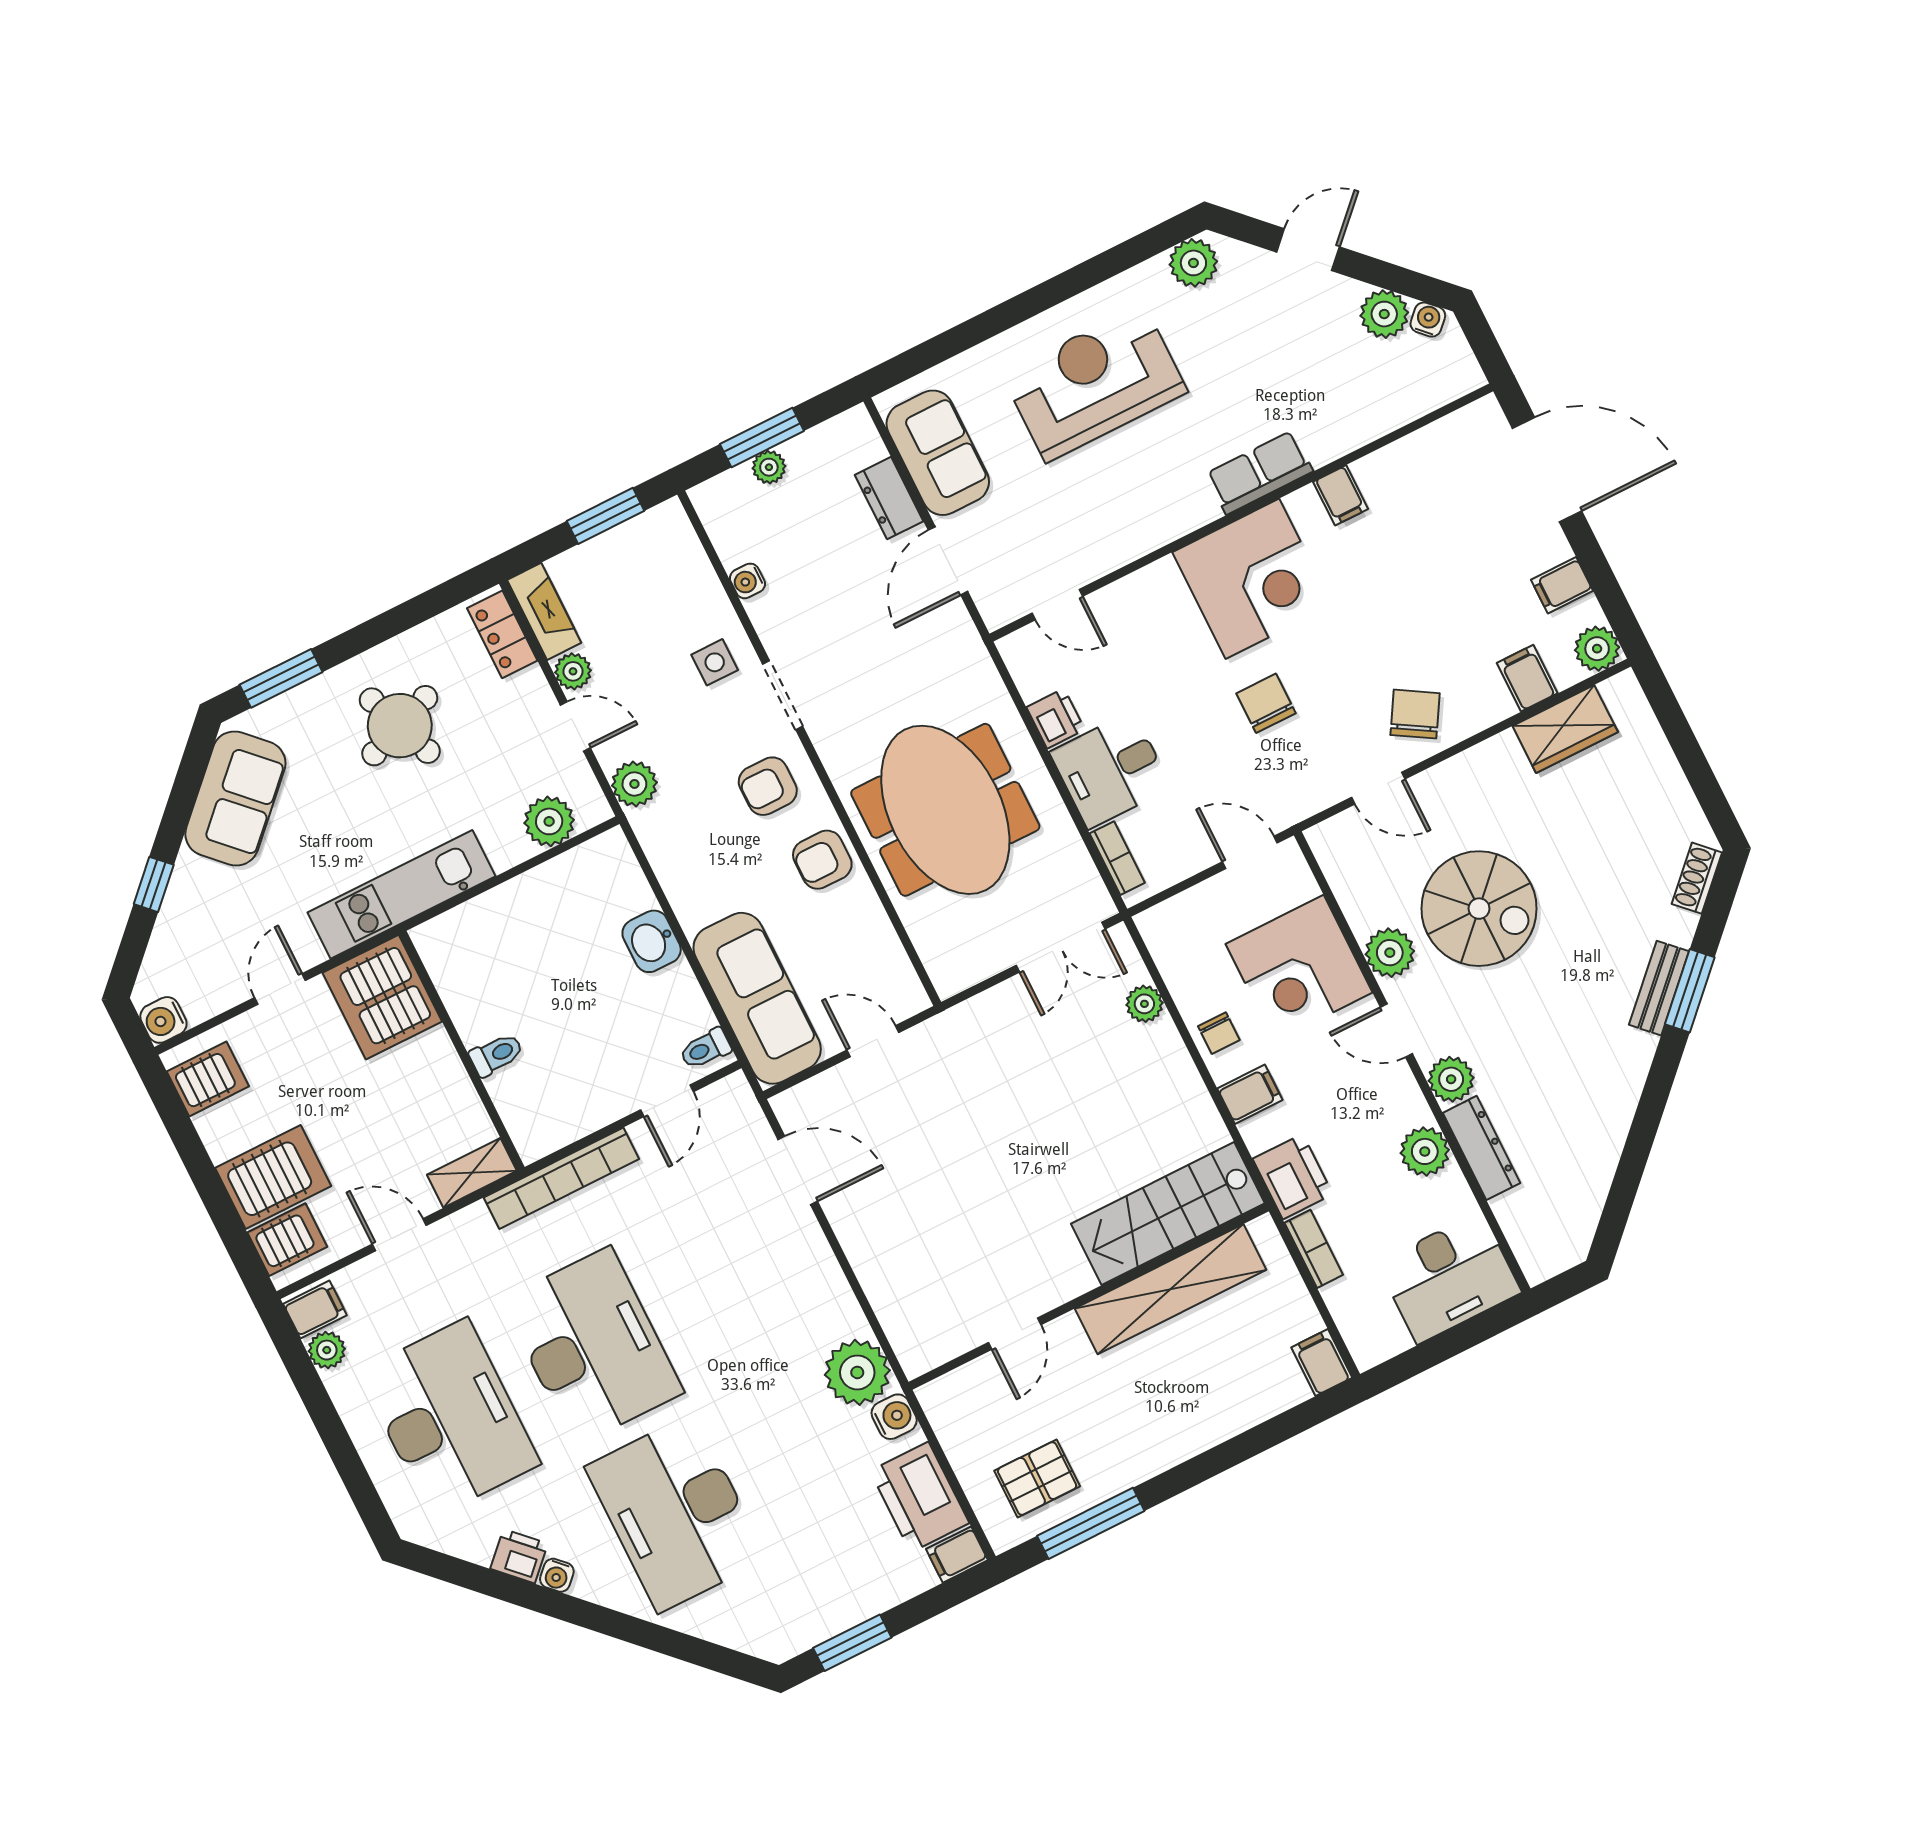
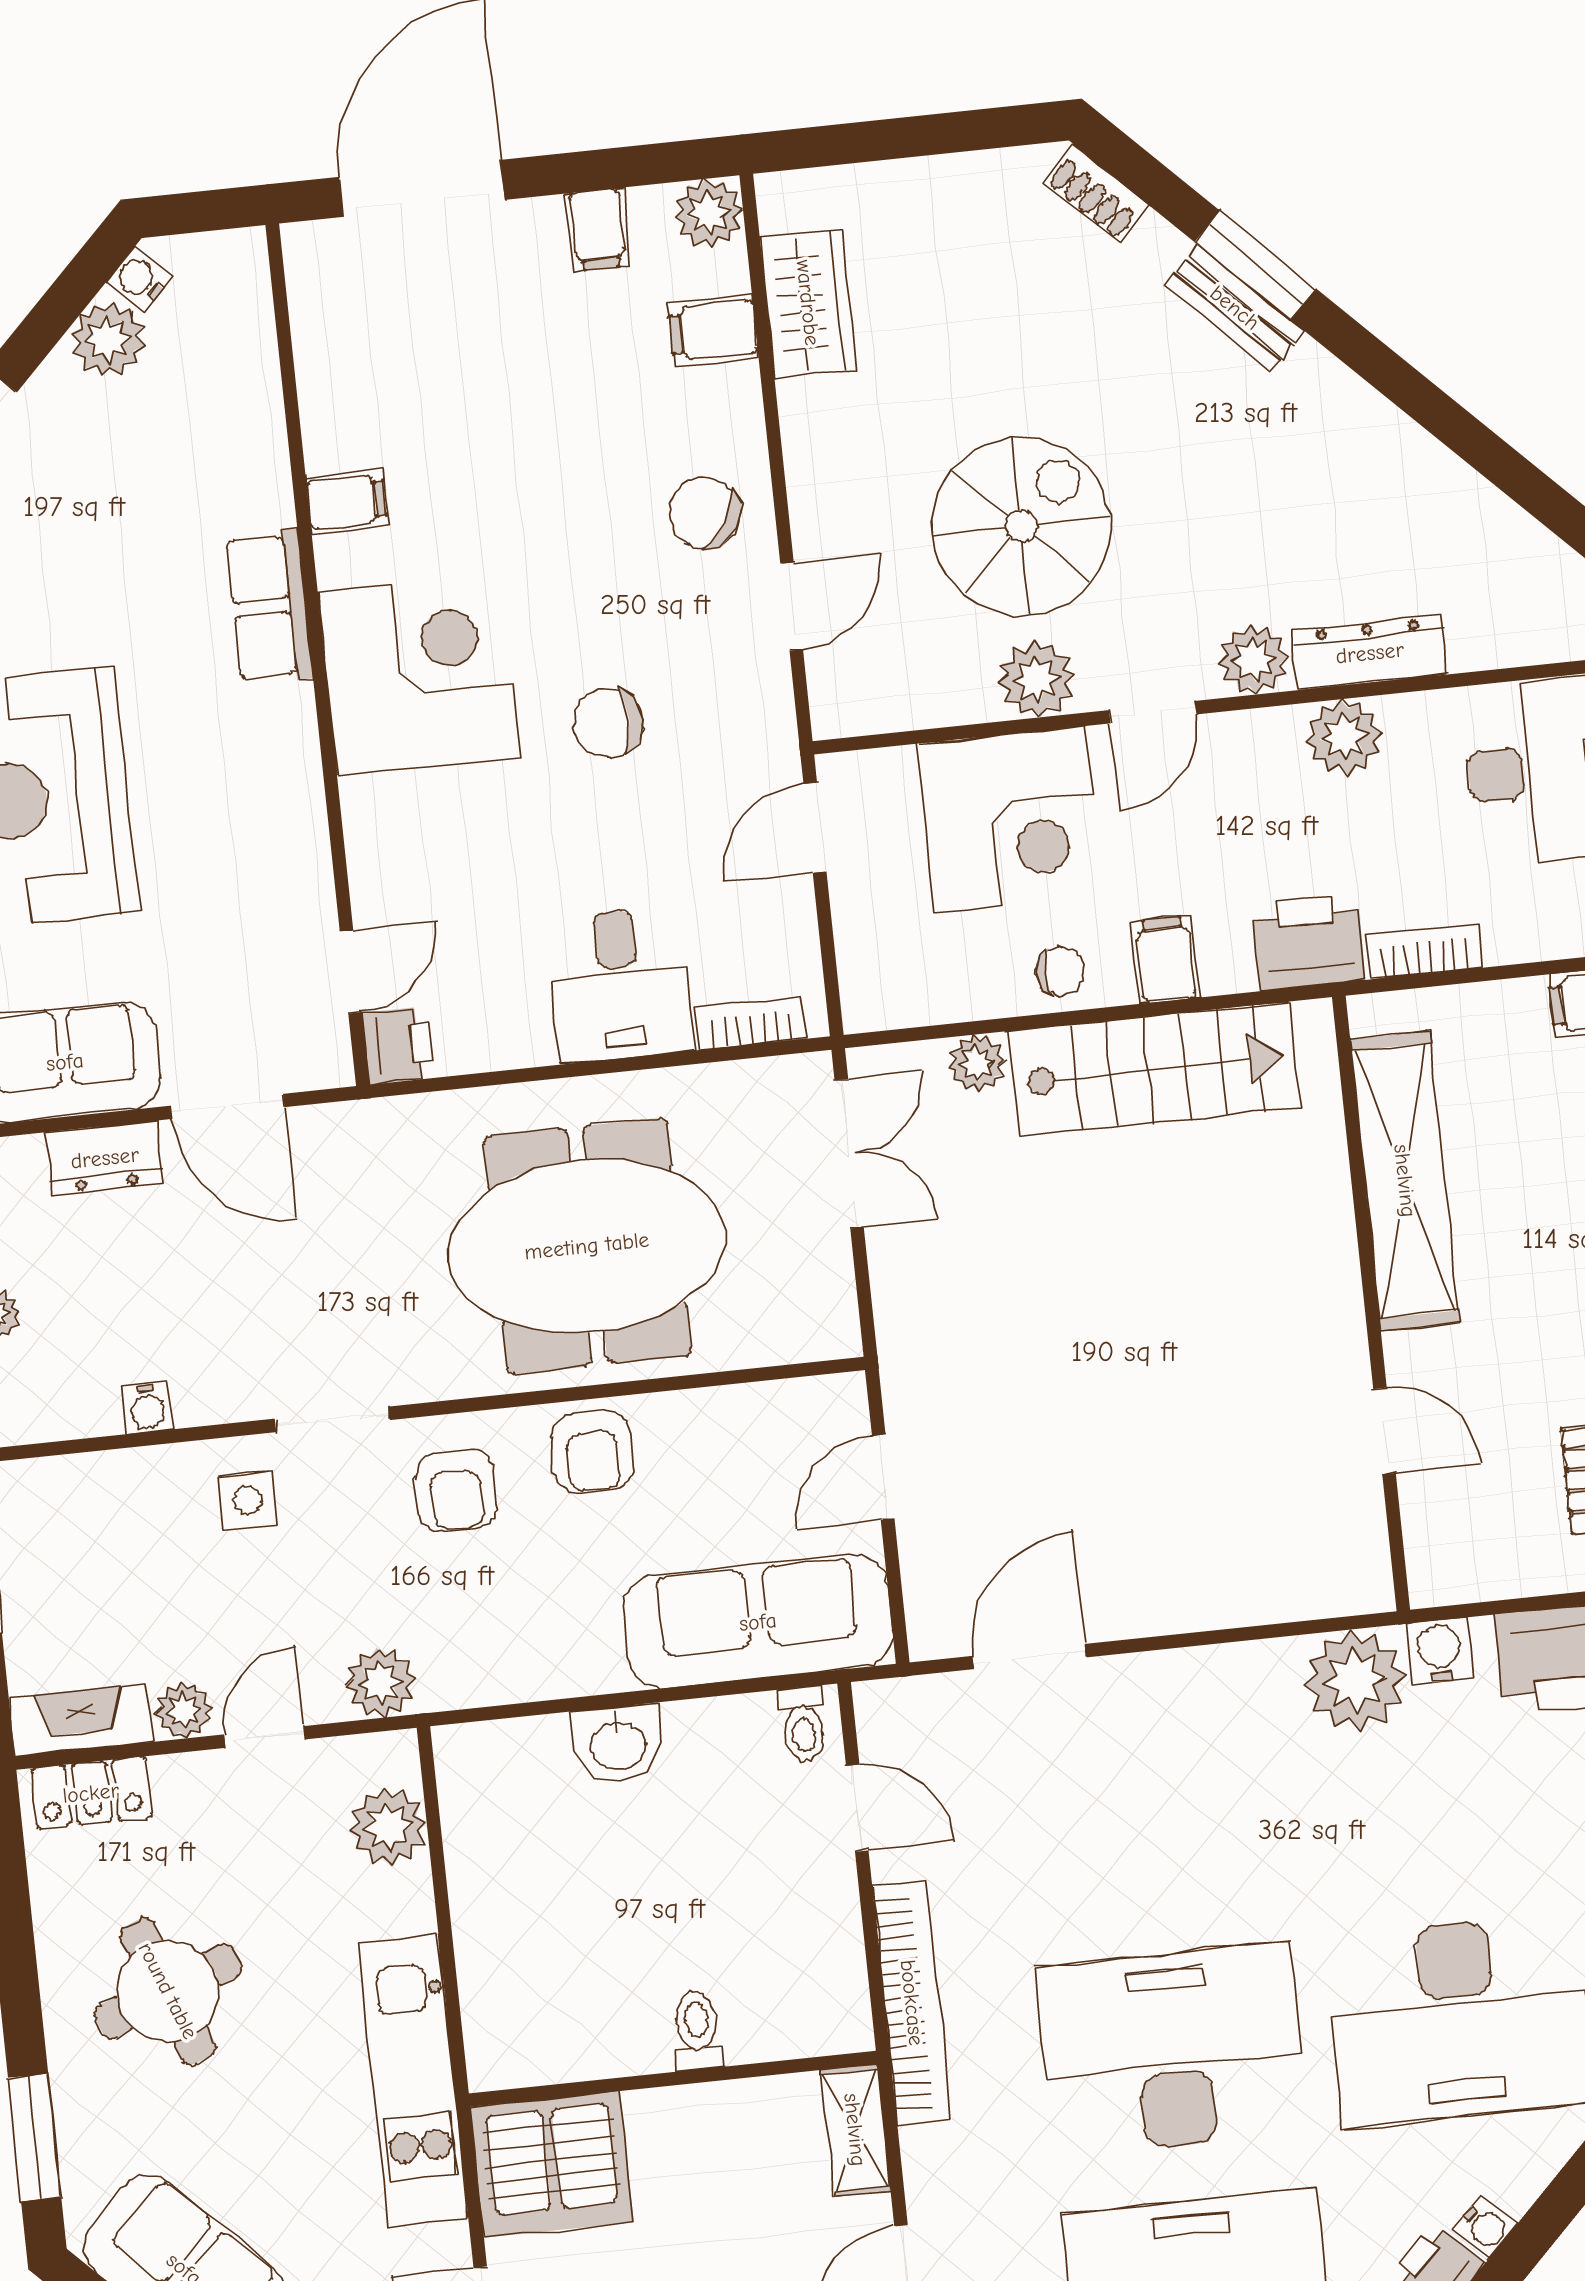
printer: (1056, 718) -> (398, 1045), moved, turned 90
stairs: (1168, 1214) -> (1154, 1069), moved, turned -90

